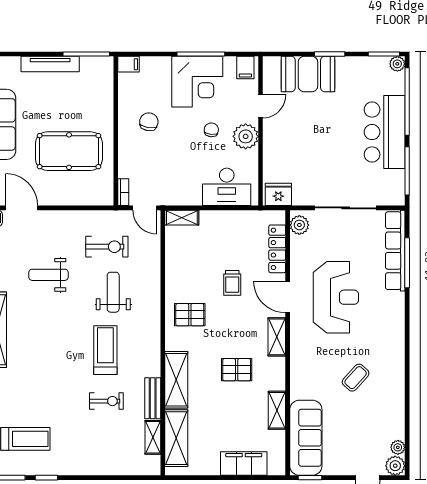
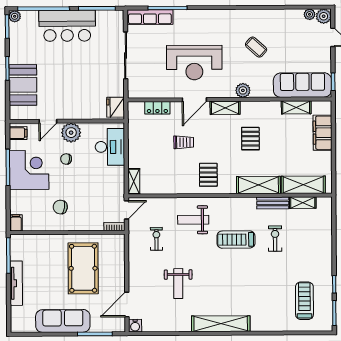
door: (261, 106) -> (48, 121), swing flipped
plant: (299, 225) -> (243, 90), moved
exercise bike: (107, 247) -> (156, 239), width x0.73, depth x0.72
locker: (277, 249) -> (157, 108), width x0.66
row of seats: (395, 251) -> (150, 17), width x0.73
weight bench: (113, 292) -> (193, 220), moved
reception desk: (336, 297) -> (194, 63), turned 180
shelving: (277, 410) -> (296, 107), moved

